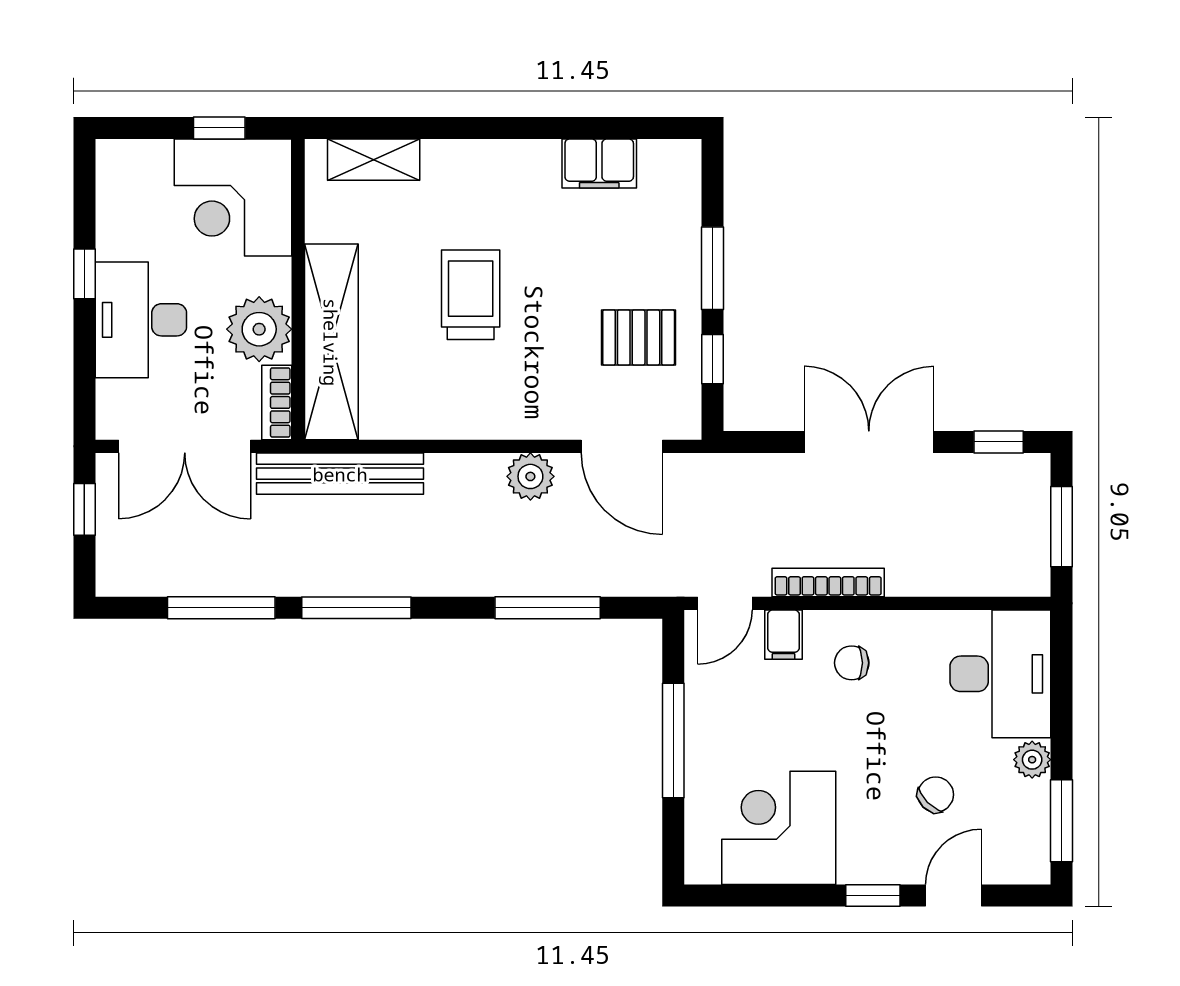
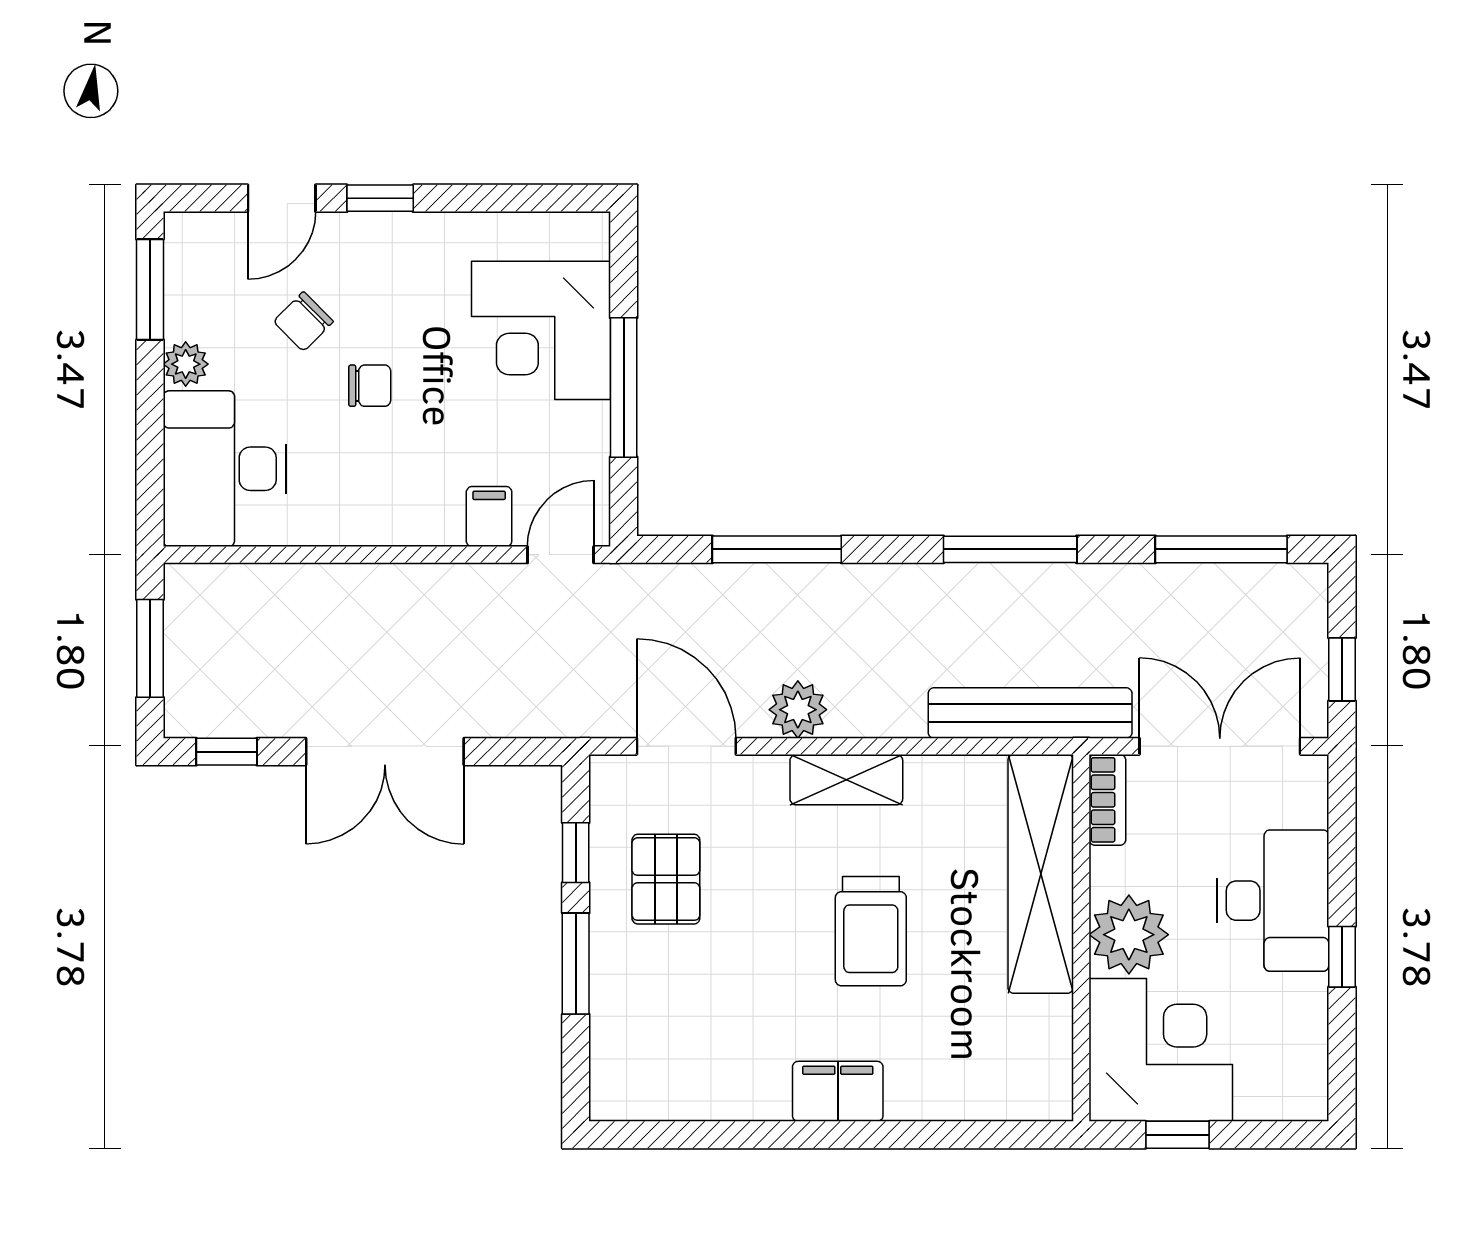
shelving: (374, 160) -> (846, 780), moved
filing cabinet: (599, 164) -> (838, 1091), moved
plant: (259, 329) -> (1129, 935), moved
pallet: (639, 338) -> (666, 879), turned 90
bookcase: (828, 582) -> (435, 580), removed
window: (221, 608) -> (1221, 549), moved
chair: (852, 663) -> (370, 386), moved
corner desk: (779, 828) -> (541, 330), moved, turned 90

